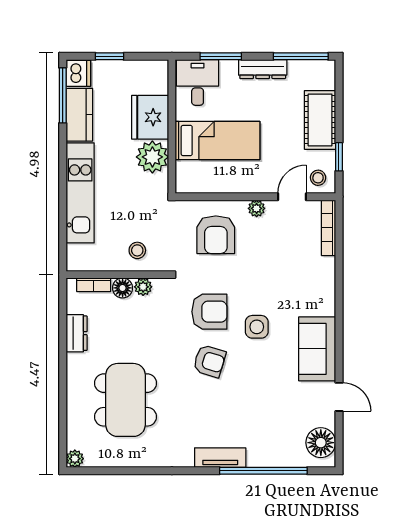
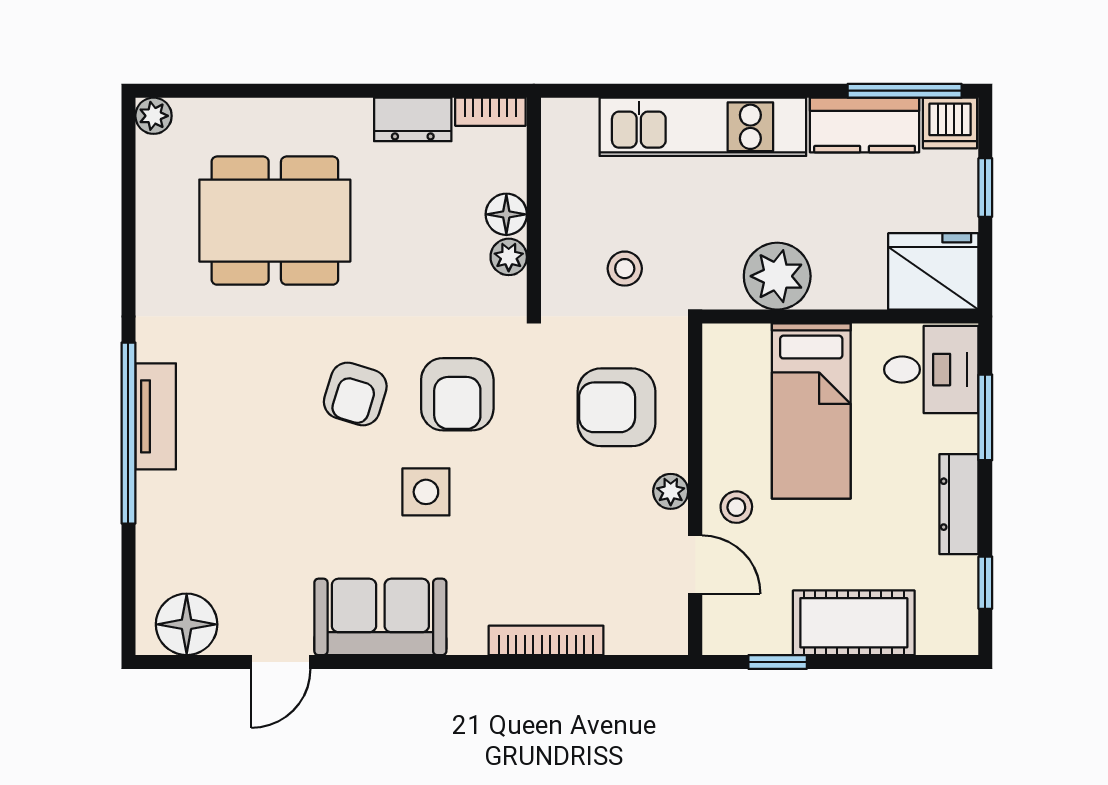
window: (301, 56) -> (985, 583), width x0.46
fridge: (150, 117) -> (933, 271), moved
stool: (318, 178) -> (736, 507), moved
bookcase: (329, 228) -> (546, 640), moved
stool: (137, 250) -> (625, 269), moved
bookcase: (94, 285) -> (490, 112), moved, turned -90
window: (263, 471) -> (128, 433), moved

